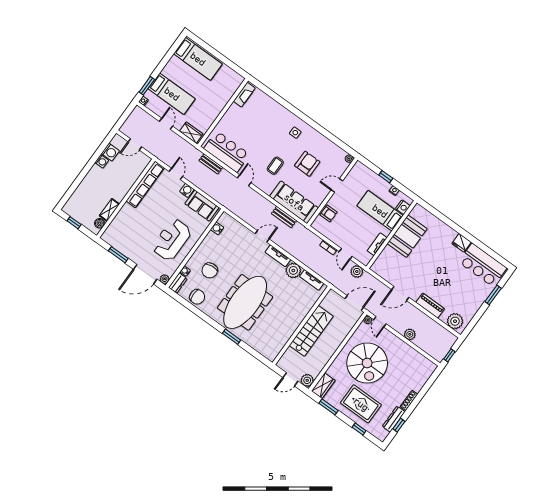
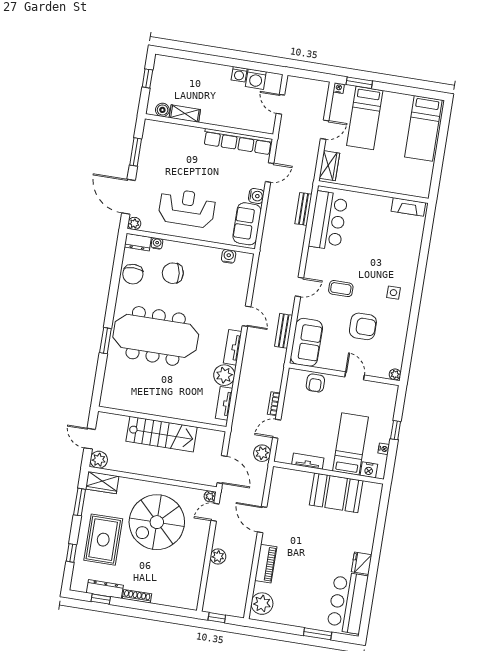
door: (244, 180) -> (299, 287), moved
sofa: (294, 202) -> (307, 342), width x0.73

